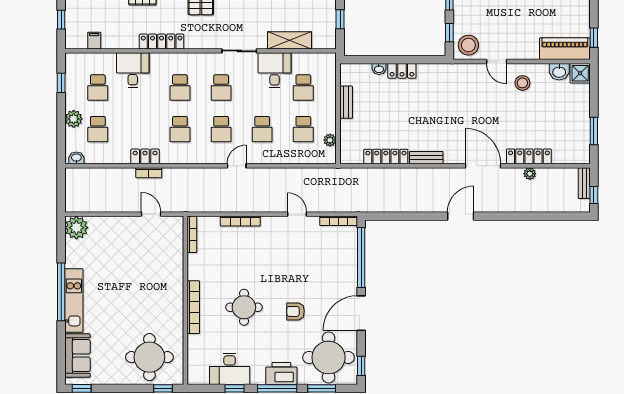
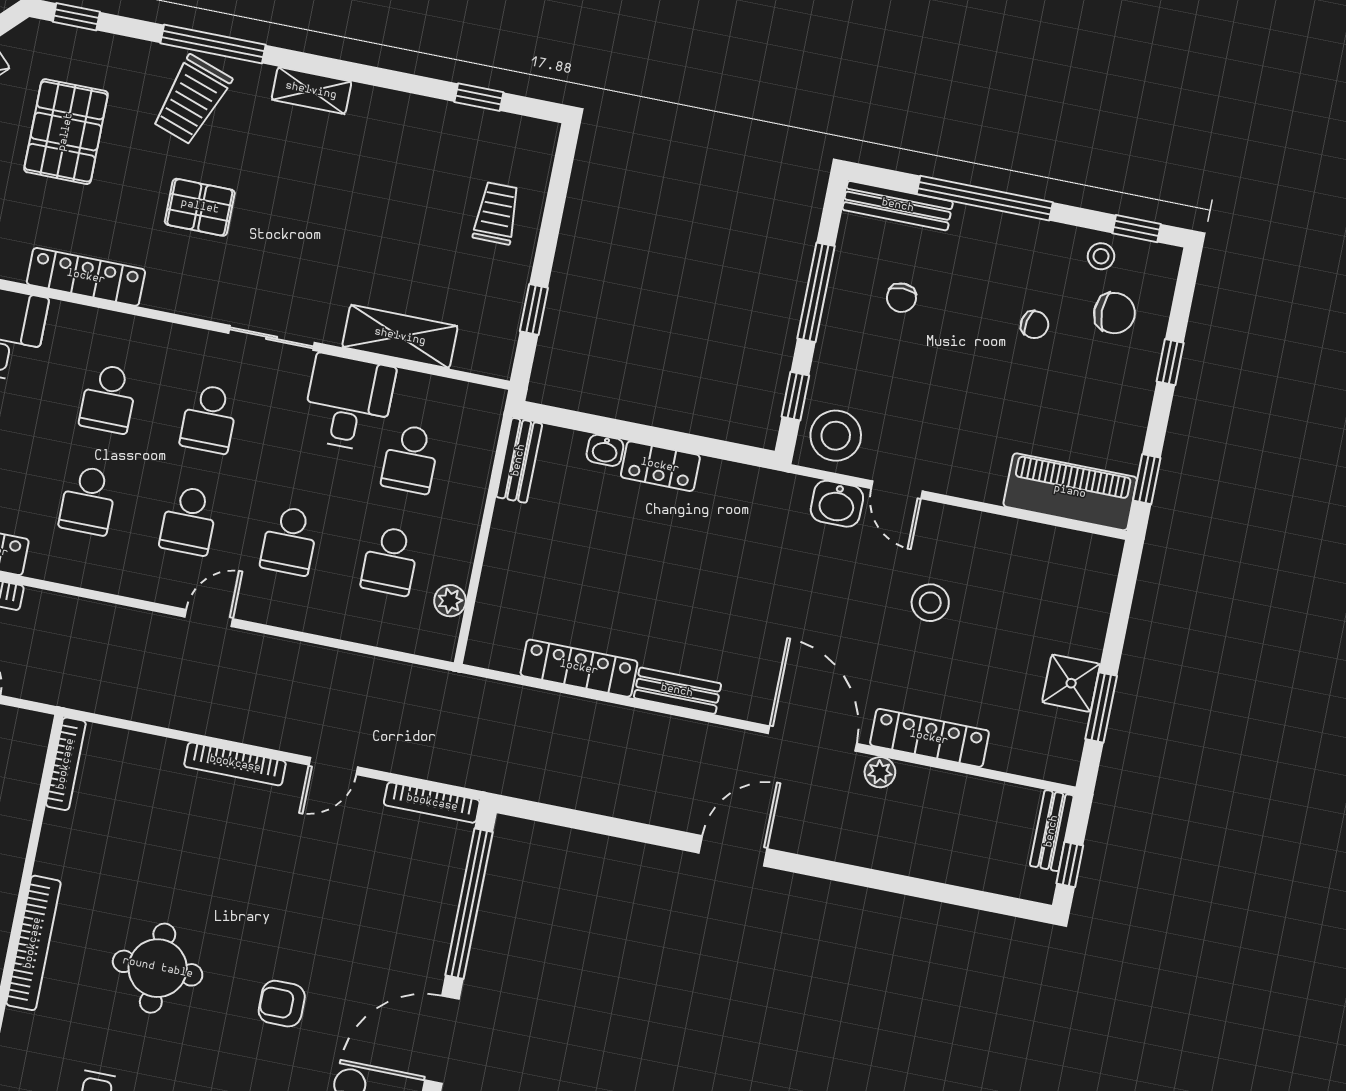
washbasin: (559, 72) -> (837, 504), moved
shower: (580, 73) -> (1071, 683), moved
stool: (522, 83) -> (930, 603), moved
bench: (346, 102) -> (519, 460), moved
plant: (530, 174) -> (880, 772), moved
door: (297, 214) -> (333, 766), swing flipped
bookcase: (240, 221) -> (235, 764), moved

